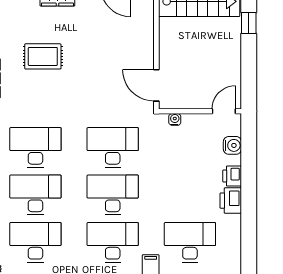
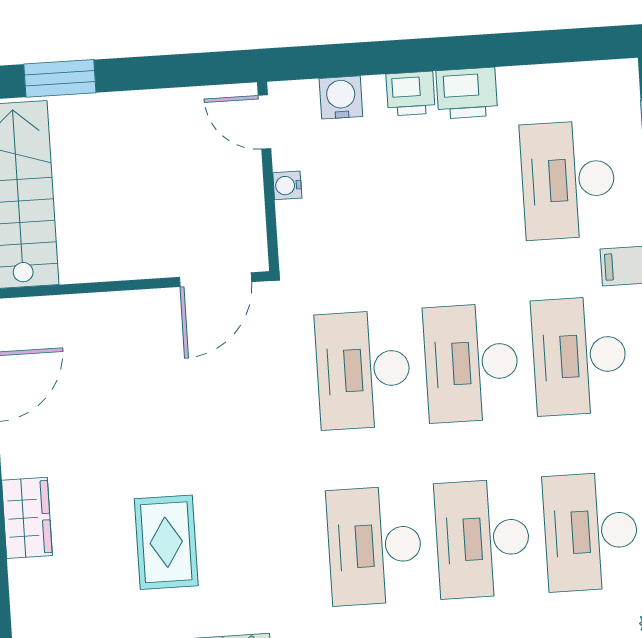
window: (249, 23) -> (60, 78), width x1.50
water cooler: (175, 119) -> (287, 185), moved

